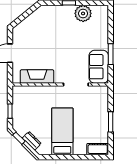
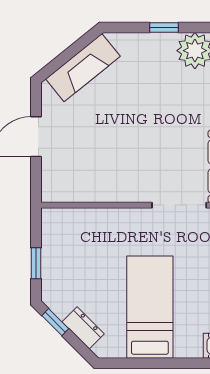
fireplace: (37, 77) -> (83, 68), moved, turned 141

